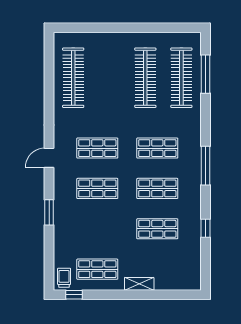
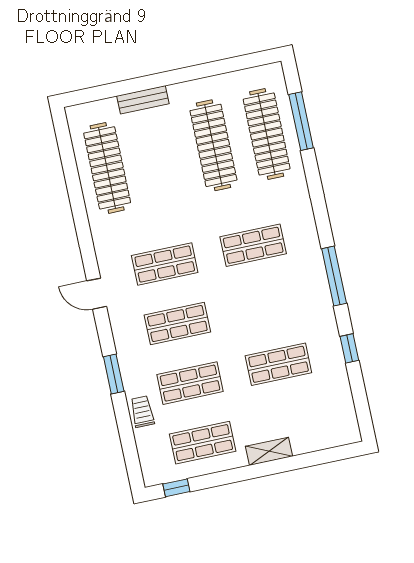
bench: (106, 38) -> (143, 100), added
door: (49, 158) -> (97, 294), hinge flipped
window: (206, 166) -> (334, 276), moved
shop shelf: (157, 188) -> (190, 383), moved
trolley: (64, 278) -> (142, 412), moved

